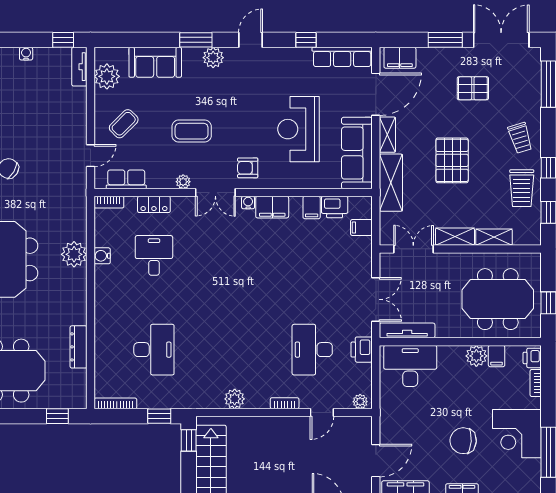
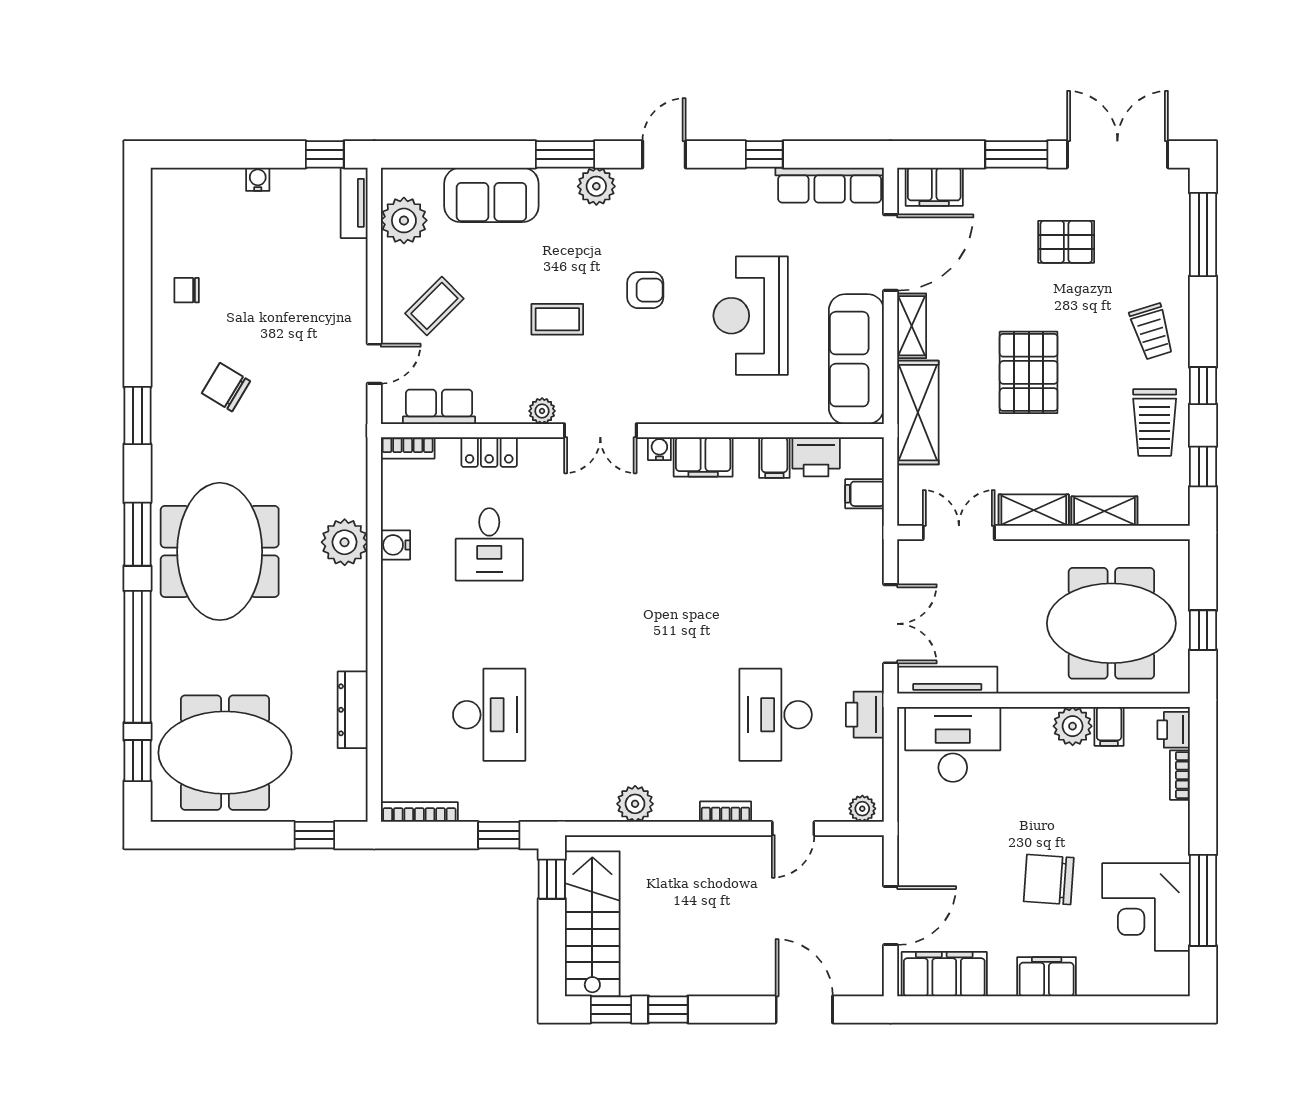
coffee table: (192, 131) -> (557, 319), width x0.73, depth x0.77
armchair: (248, 168) -> (645, 290), moved, turned 180
desk: (154, 255) -> (489, 544), turned 180
corner desk: (517, 434) -> (1146, 907), moved

